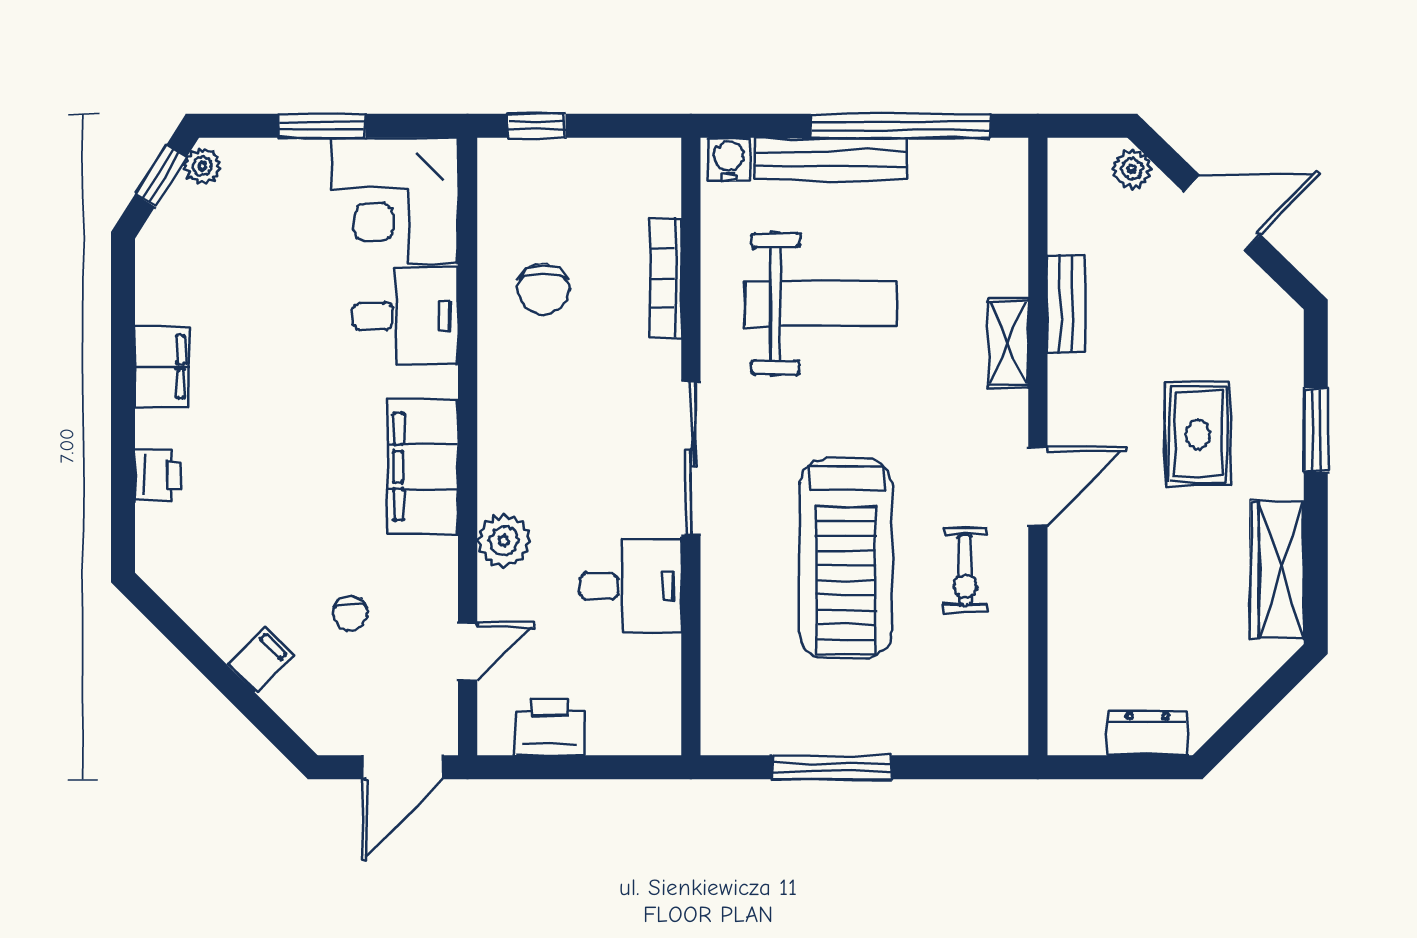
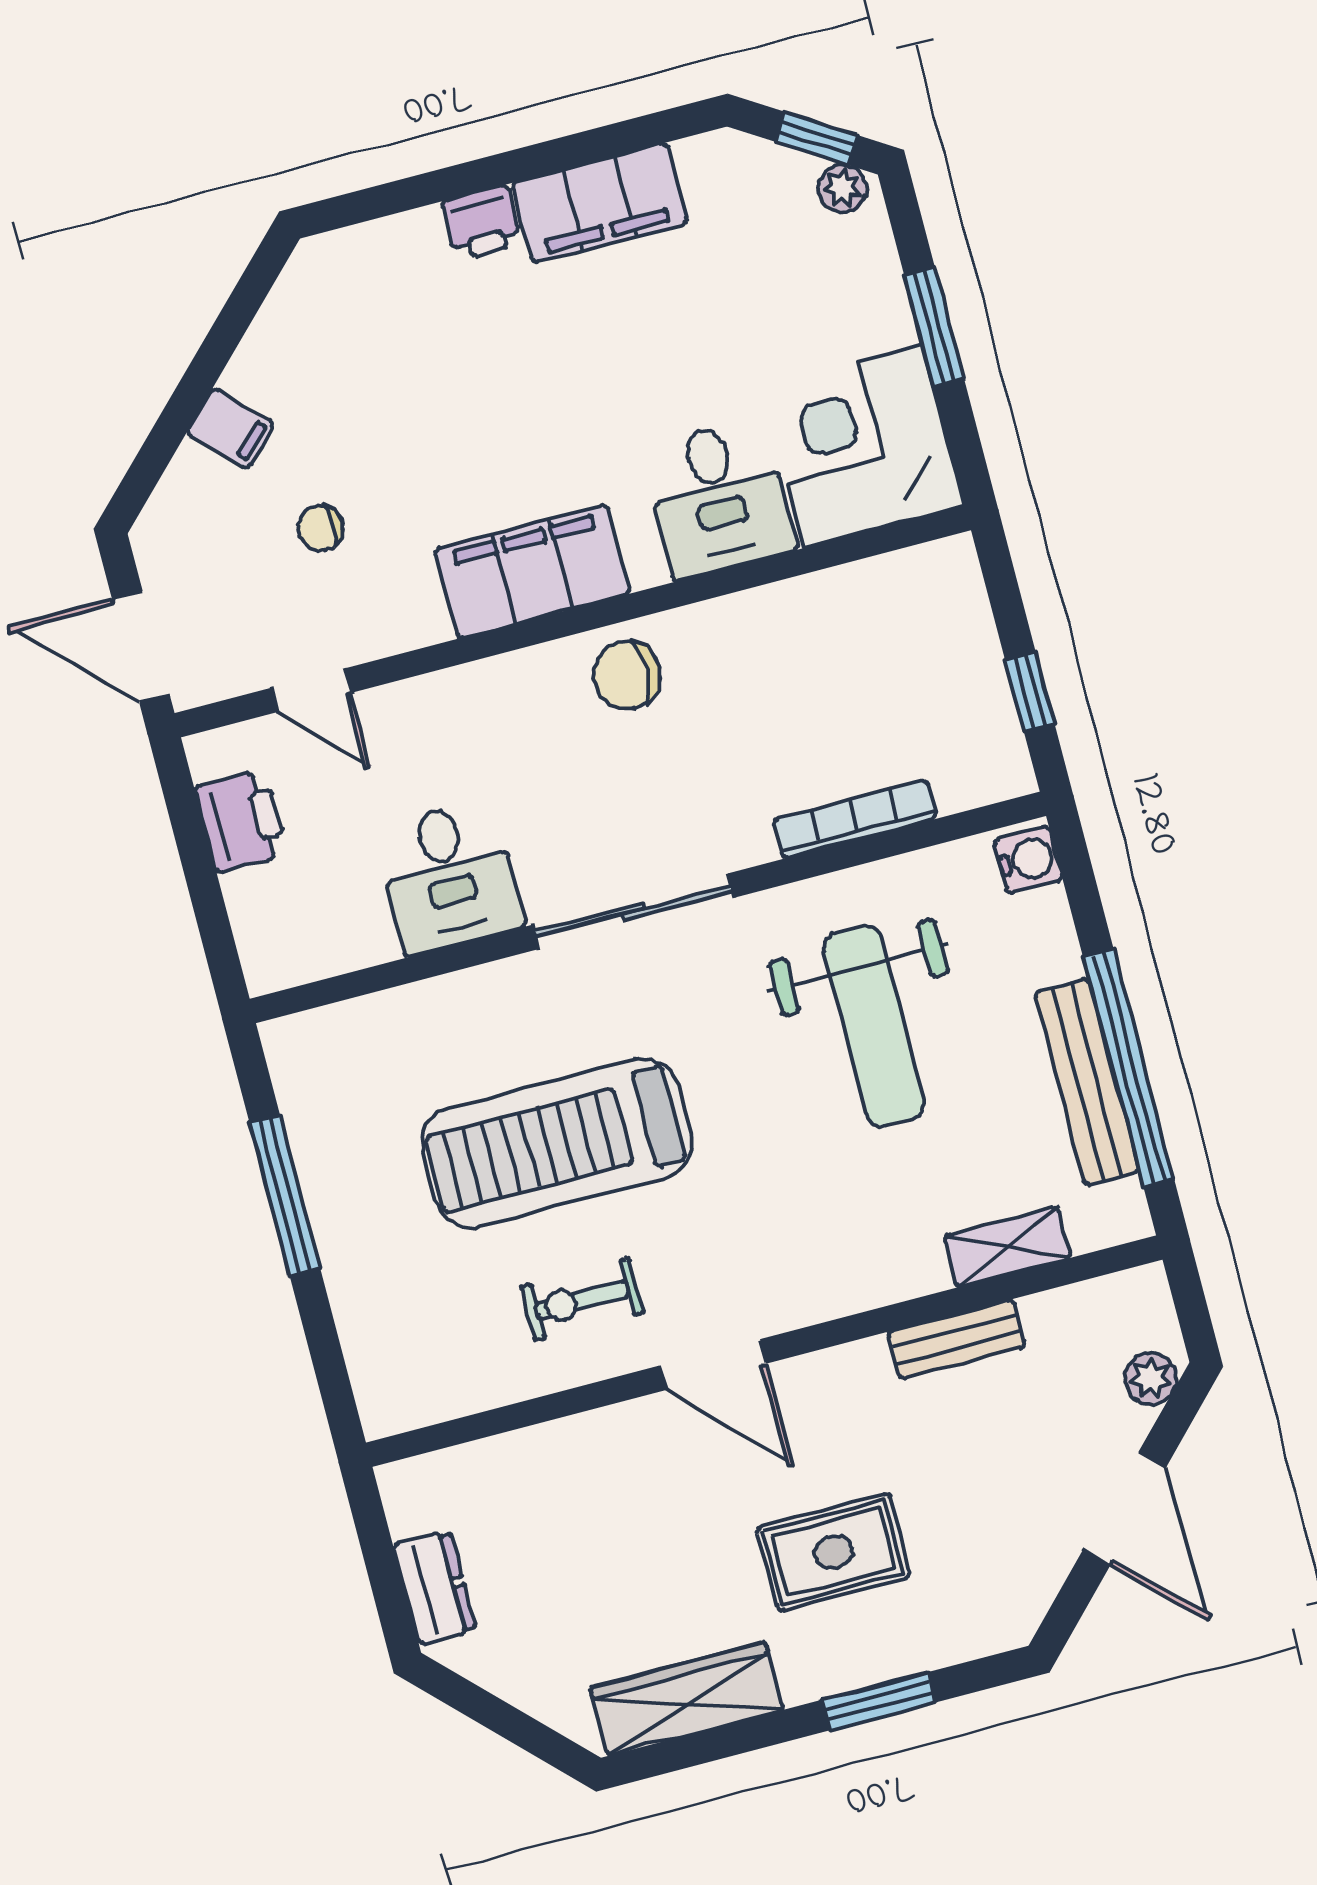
window: (537, 126) -> (1030, 692), moved
bench: (830, 159) -> (1087, 1082), moved
chair: (543, 289) -> (627, 675), moved
shelving: (1008, 343) -> (1008, 1247), moved
filing cabinet: (162, 367) -> (600, 203), width x1.50, depth x1.17
printer: (158, 475) -> (482, 223), moved
plant: (504, 541) -> (464, 700), removed

